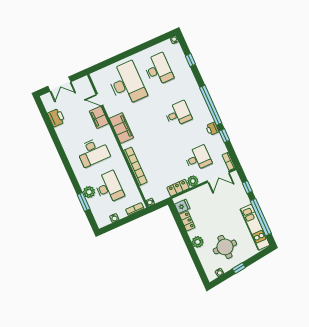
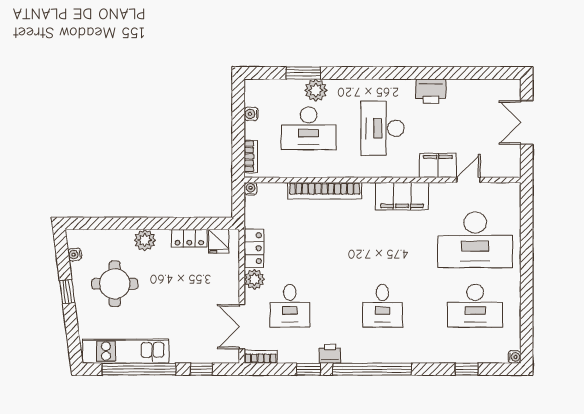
printer: (56, 118) -> (431, 91), moved

